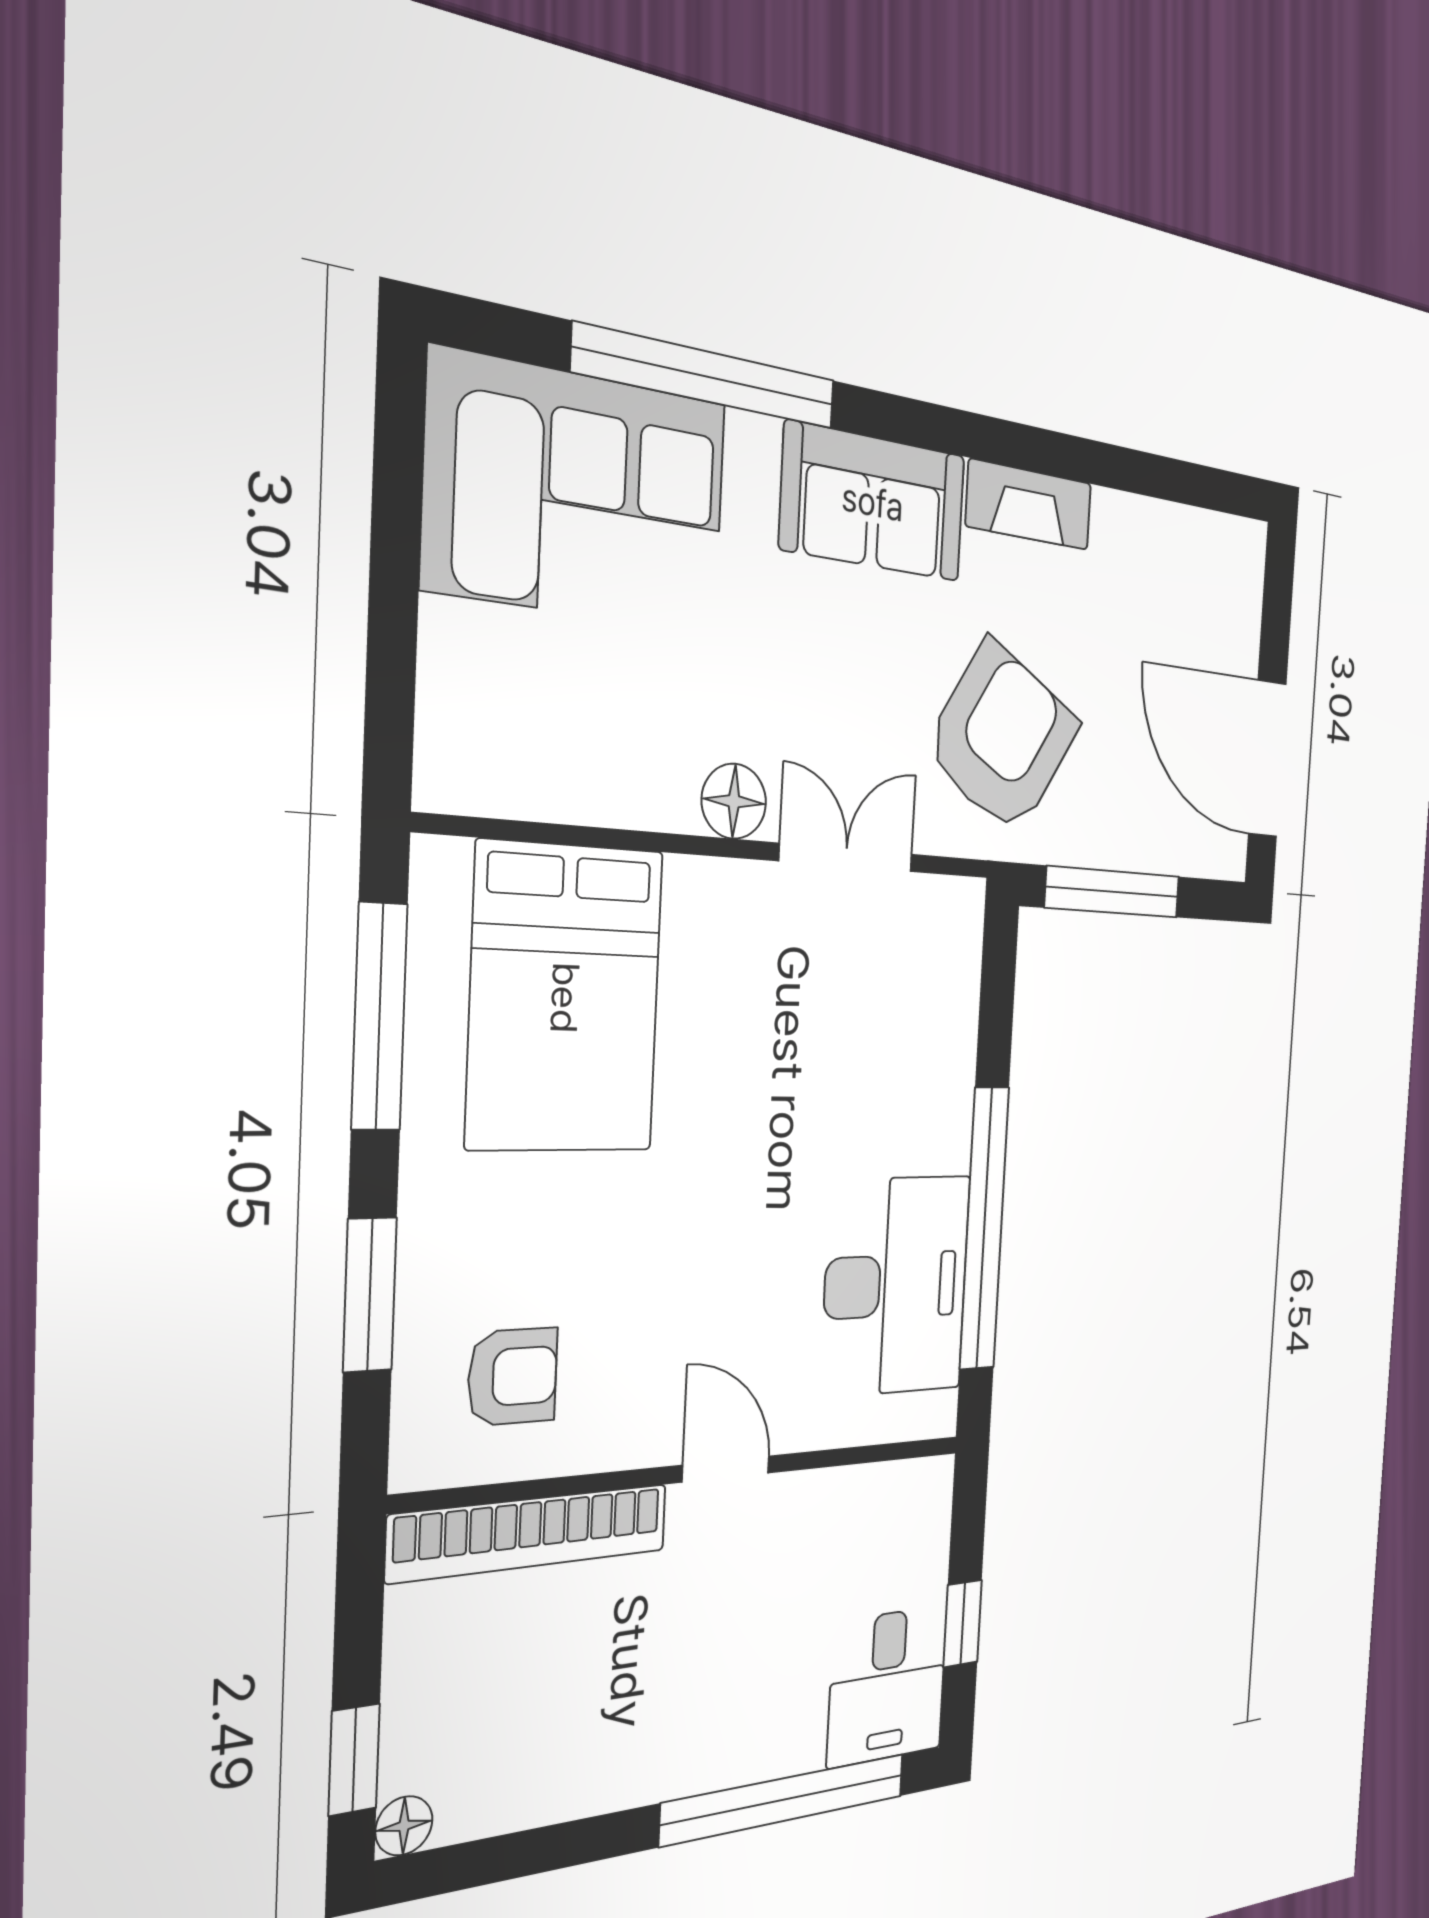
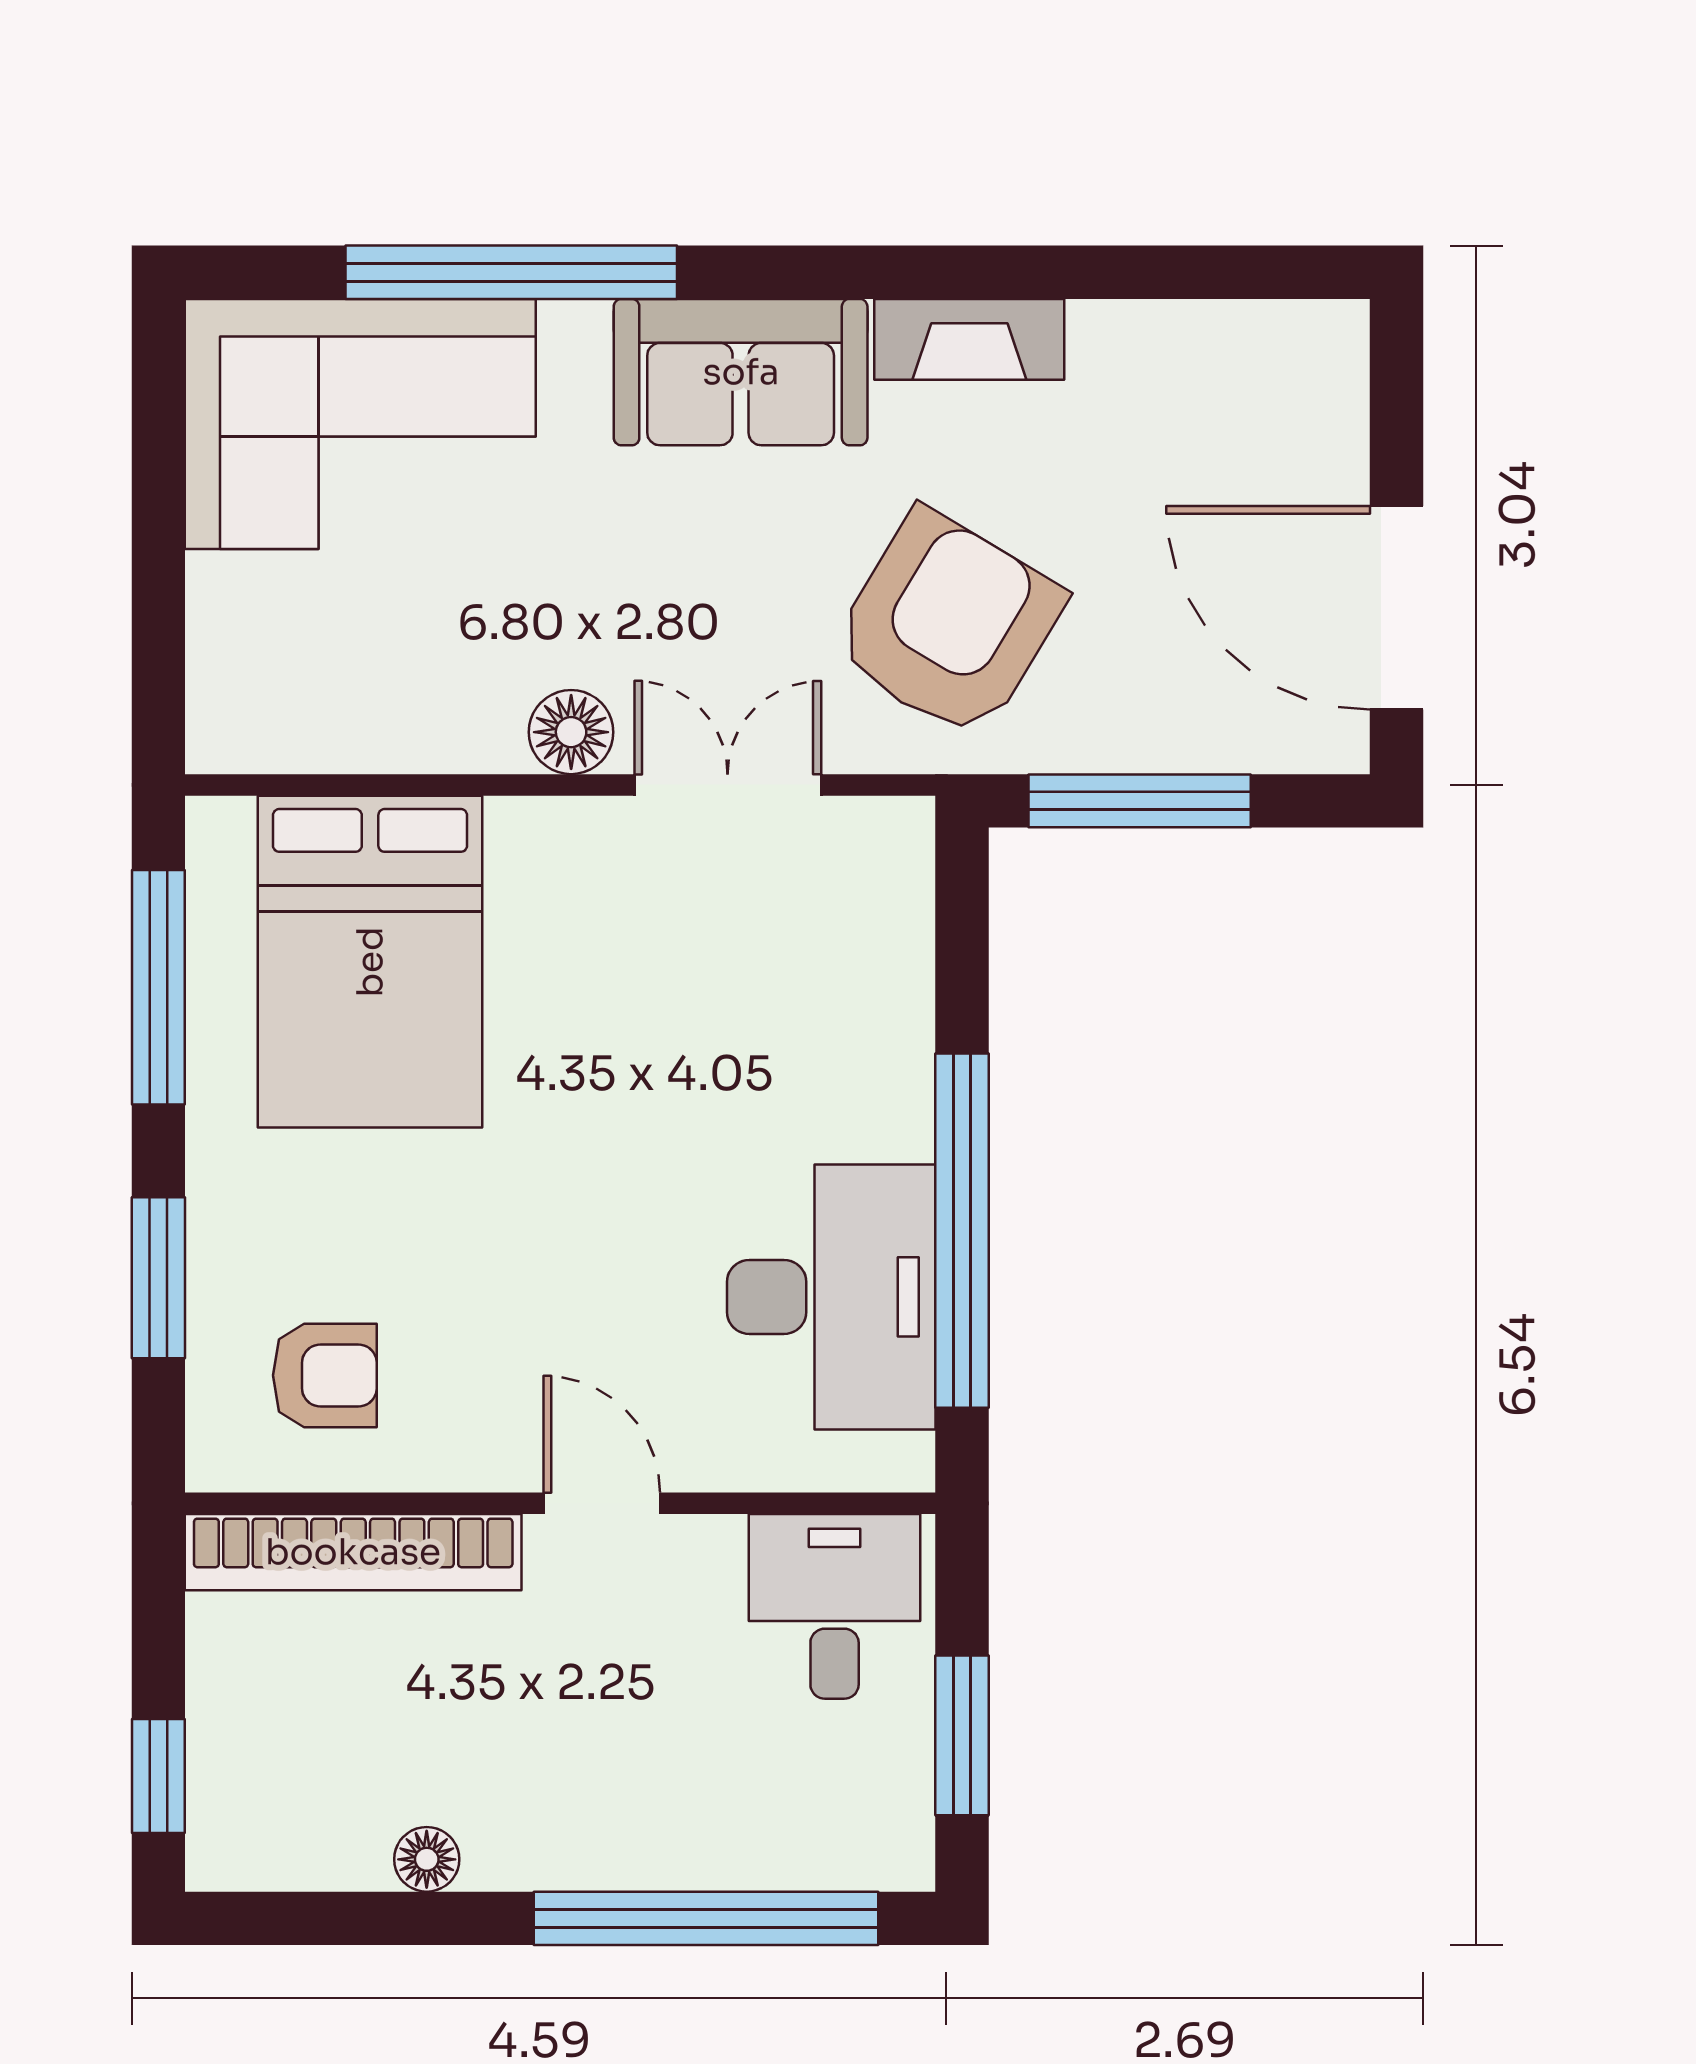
window: (963, 1624) -> (962, 1735), width x1.50
desk: (887, 1686) -> (835, 1606), moved, turned 180
floor lamp: (404, 1826) -> (427, 1859), moved

